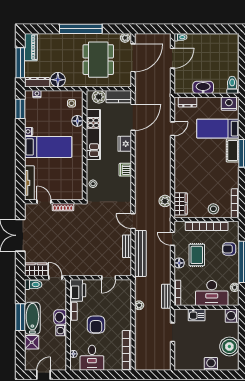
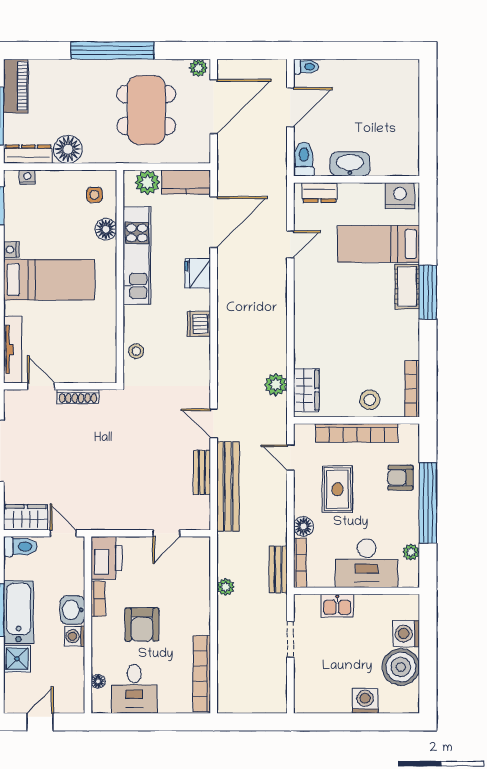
toilet: (232, 85) -> (304, 159), moved
floor lamp: (179, 263) -> (303, 526), moved
washing machine: (232, 316) -> (406, 634), moved

